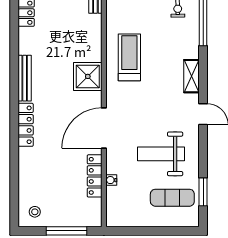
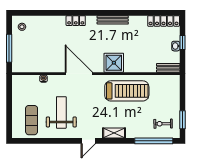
treadmill: (129, 57) -> (127, 91), width x1.37, depth x1.38
locker: (26, 125) -> (76, 21), width x0.66
locker: (95, 176) -> (46, 67), removed
window: (203, 192) -> (36, 141), removed

